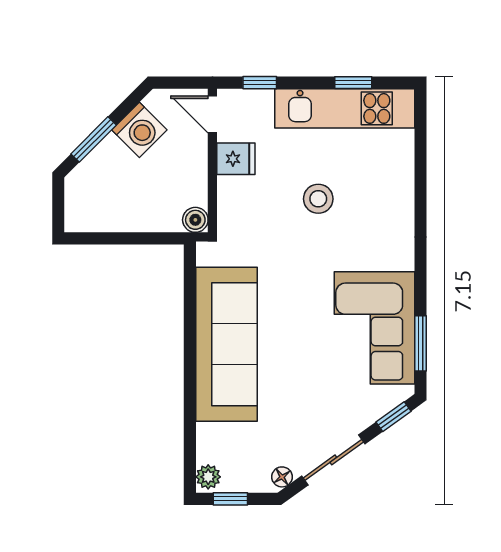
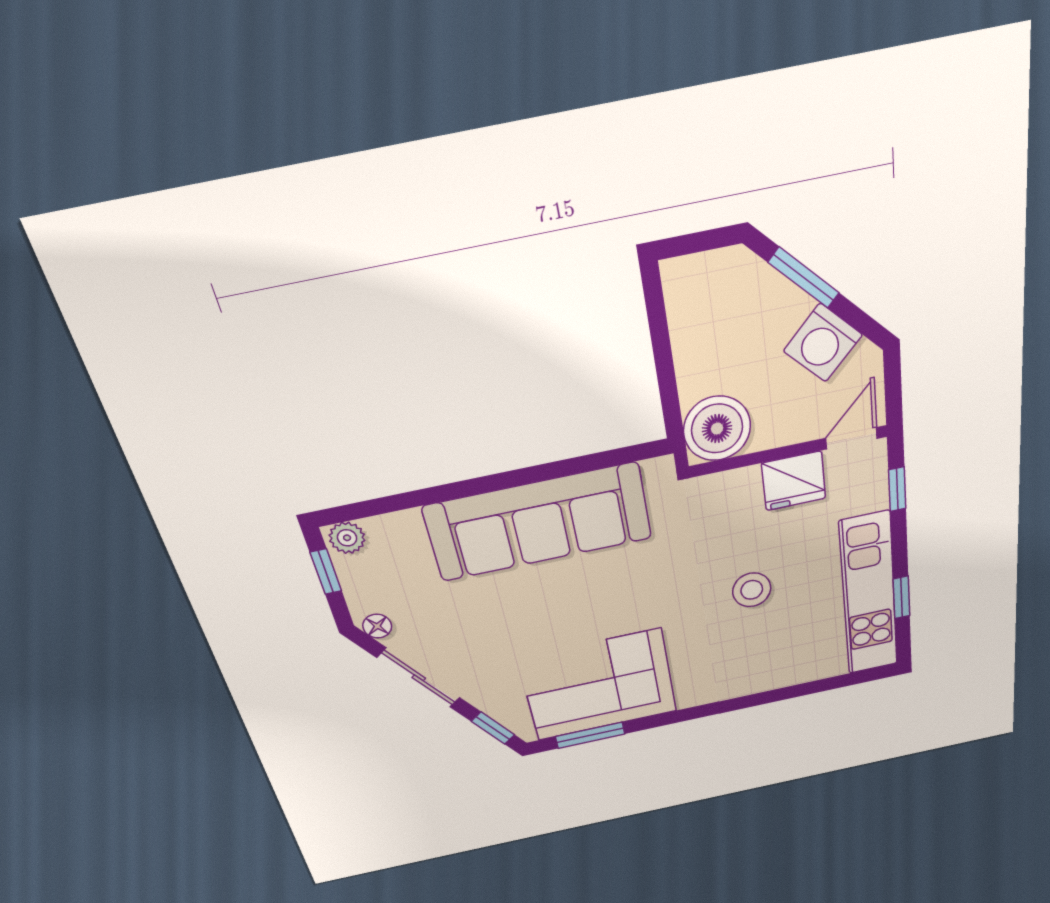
fridge: (236, 159) -> (794, 481), width x1.38
boiler: (195, 220) -> (717, 429), width x1.86, depth x1.86

